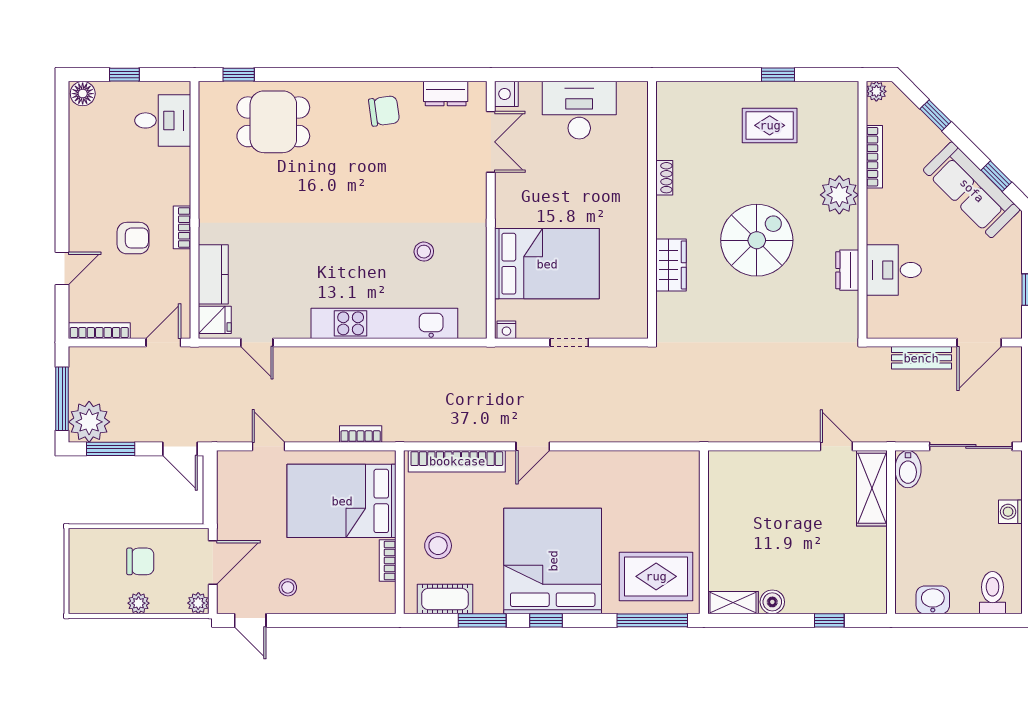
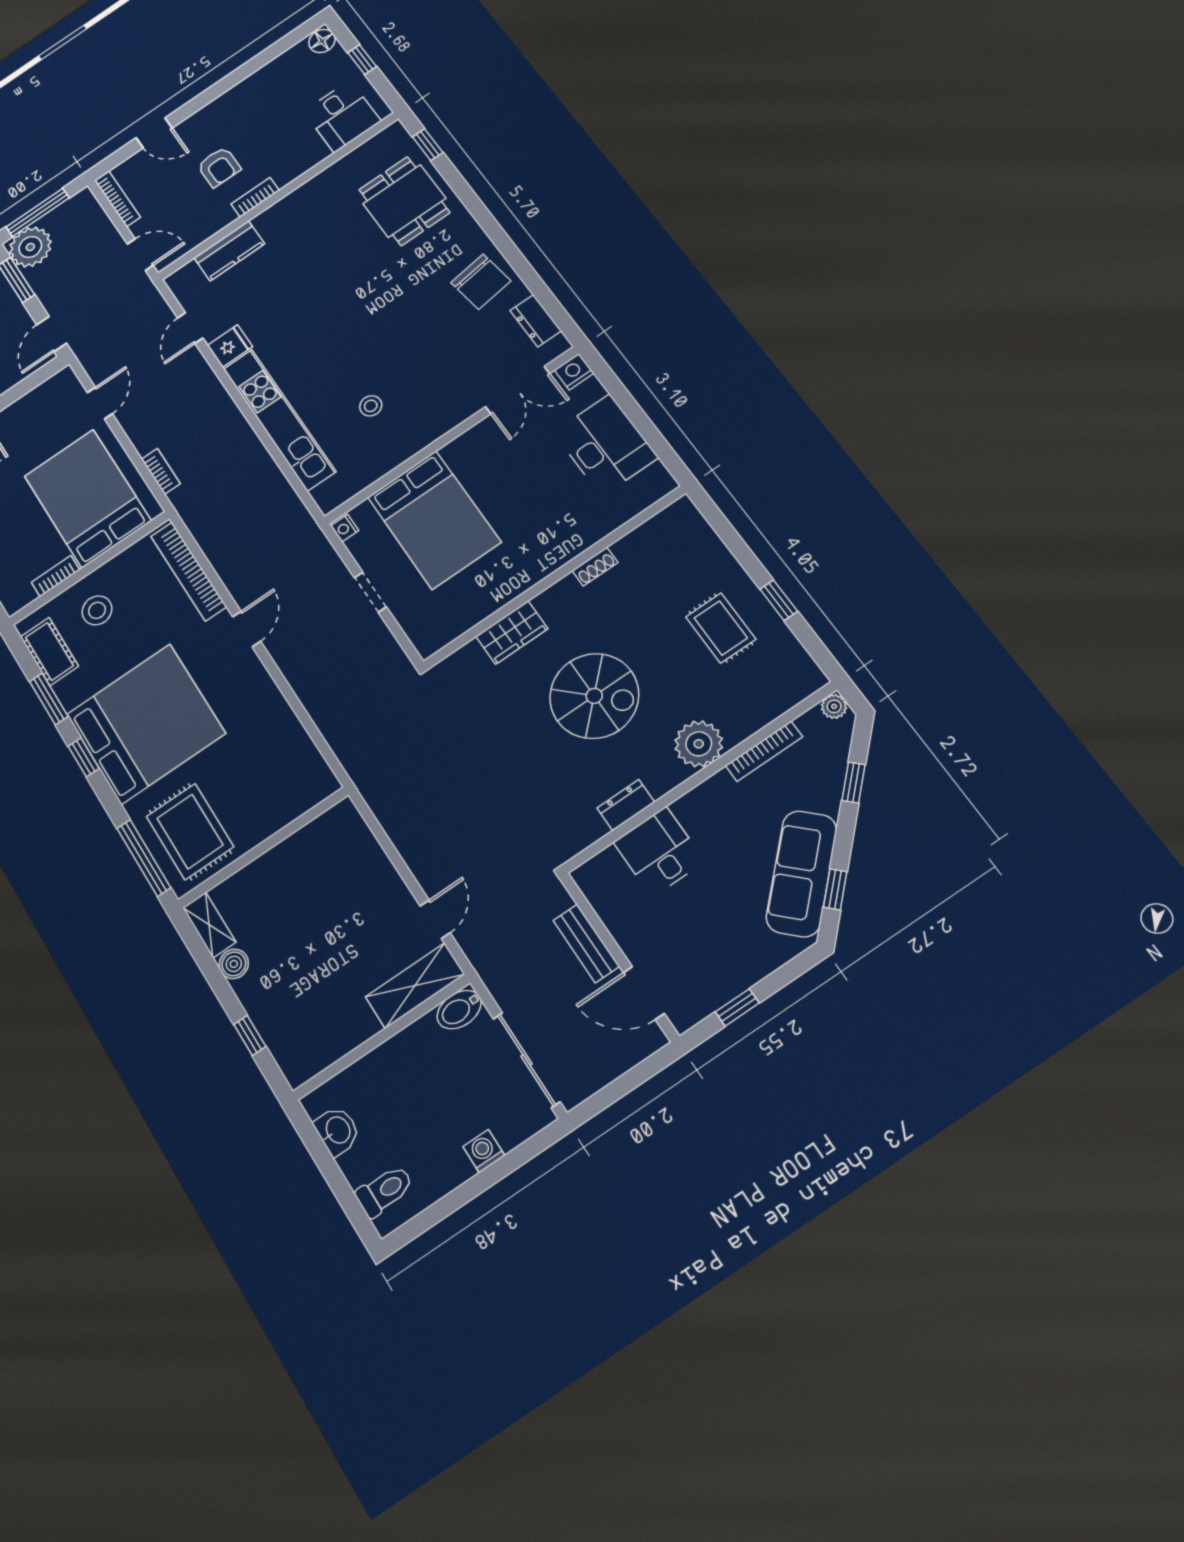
chair: (384, 111) -> (481, 282), width x1.37, depth x1.37
fridge: (215, 320) -> (230, 346), moved, turned -90
door: (533, 446) -> (247, 629), swing flipped

